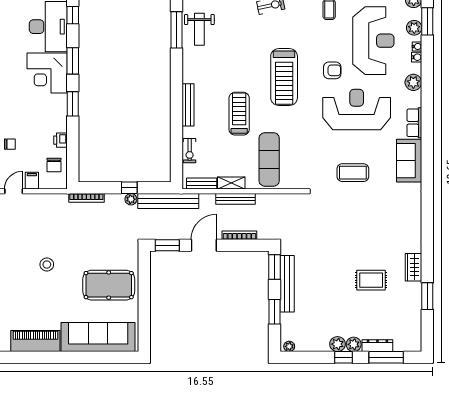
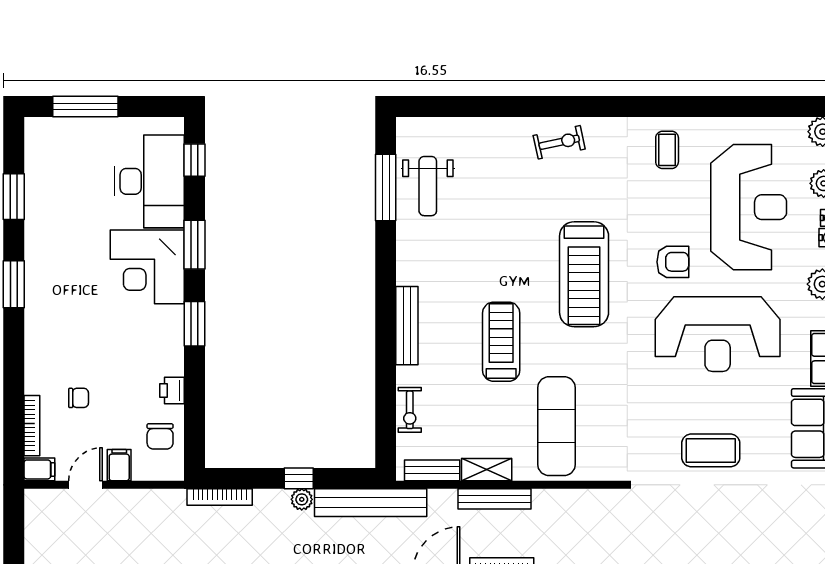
reception desk: (357, 110) -> (718, 334), turned 180

